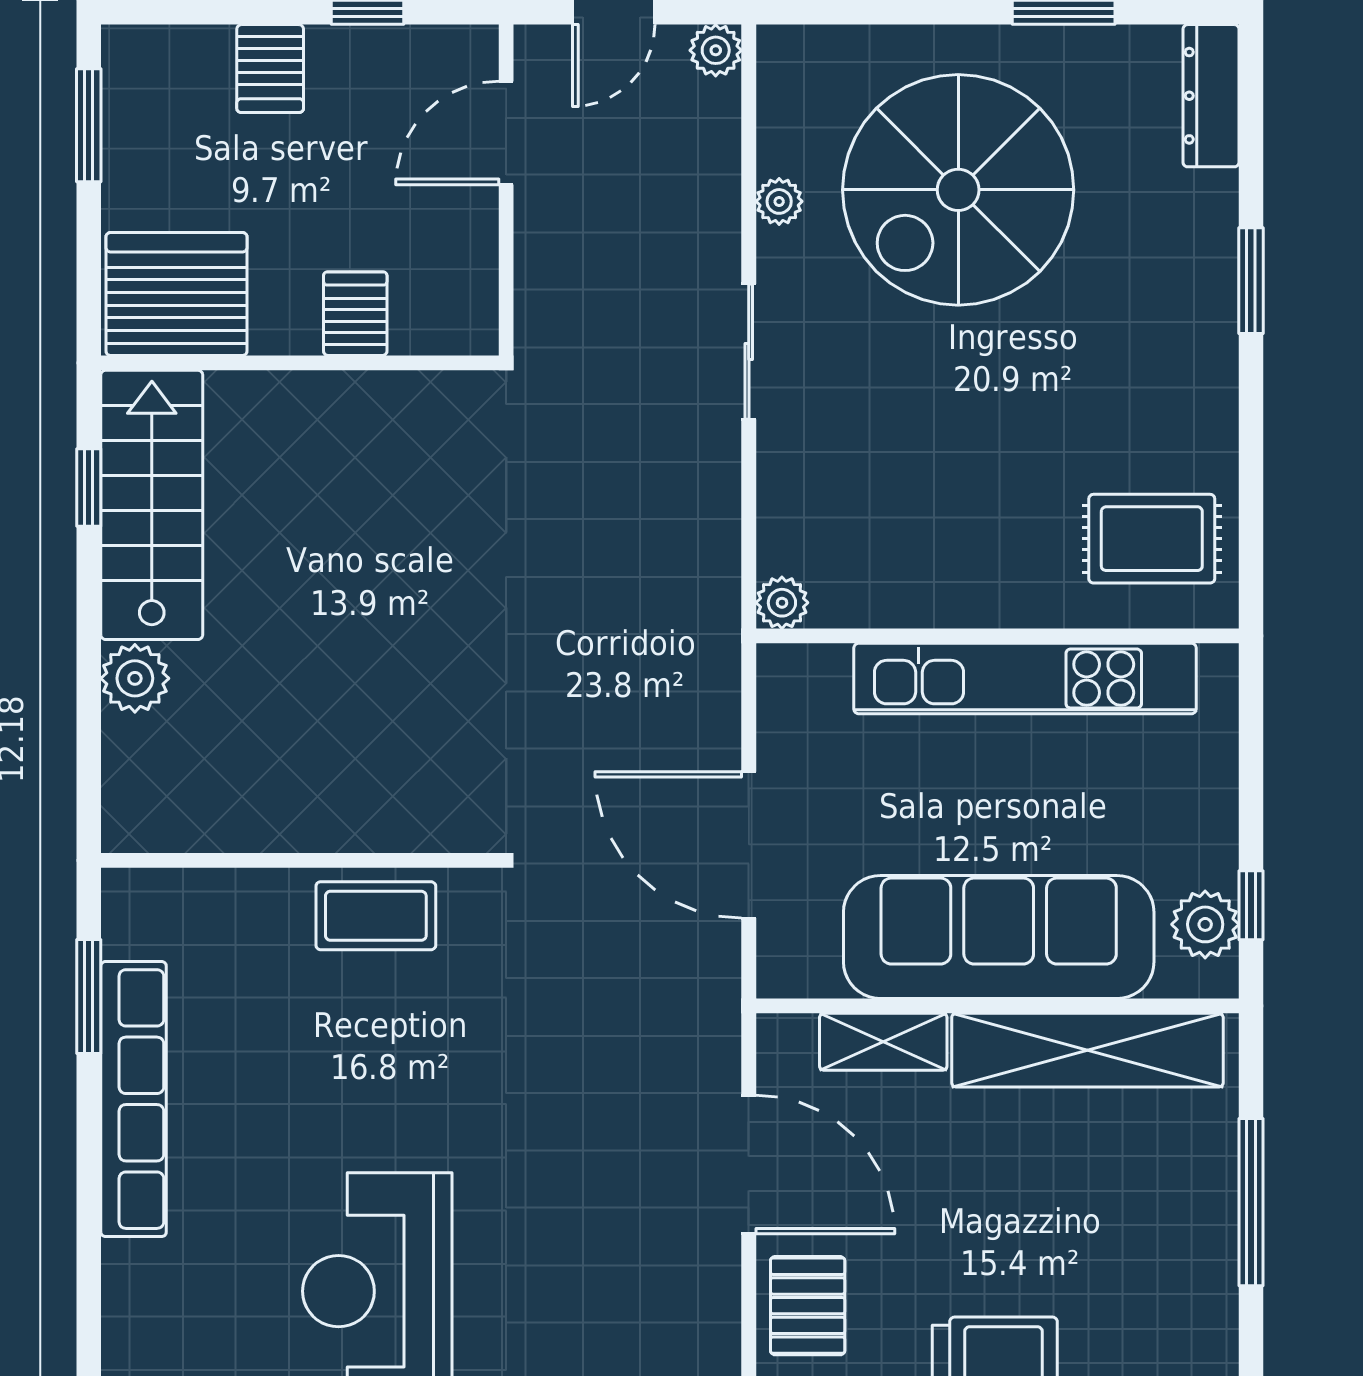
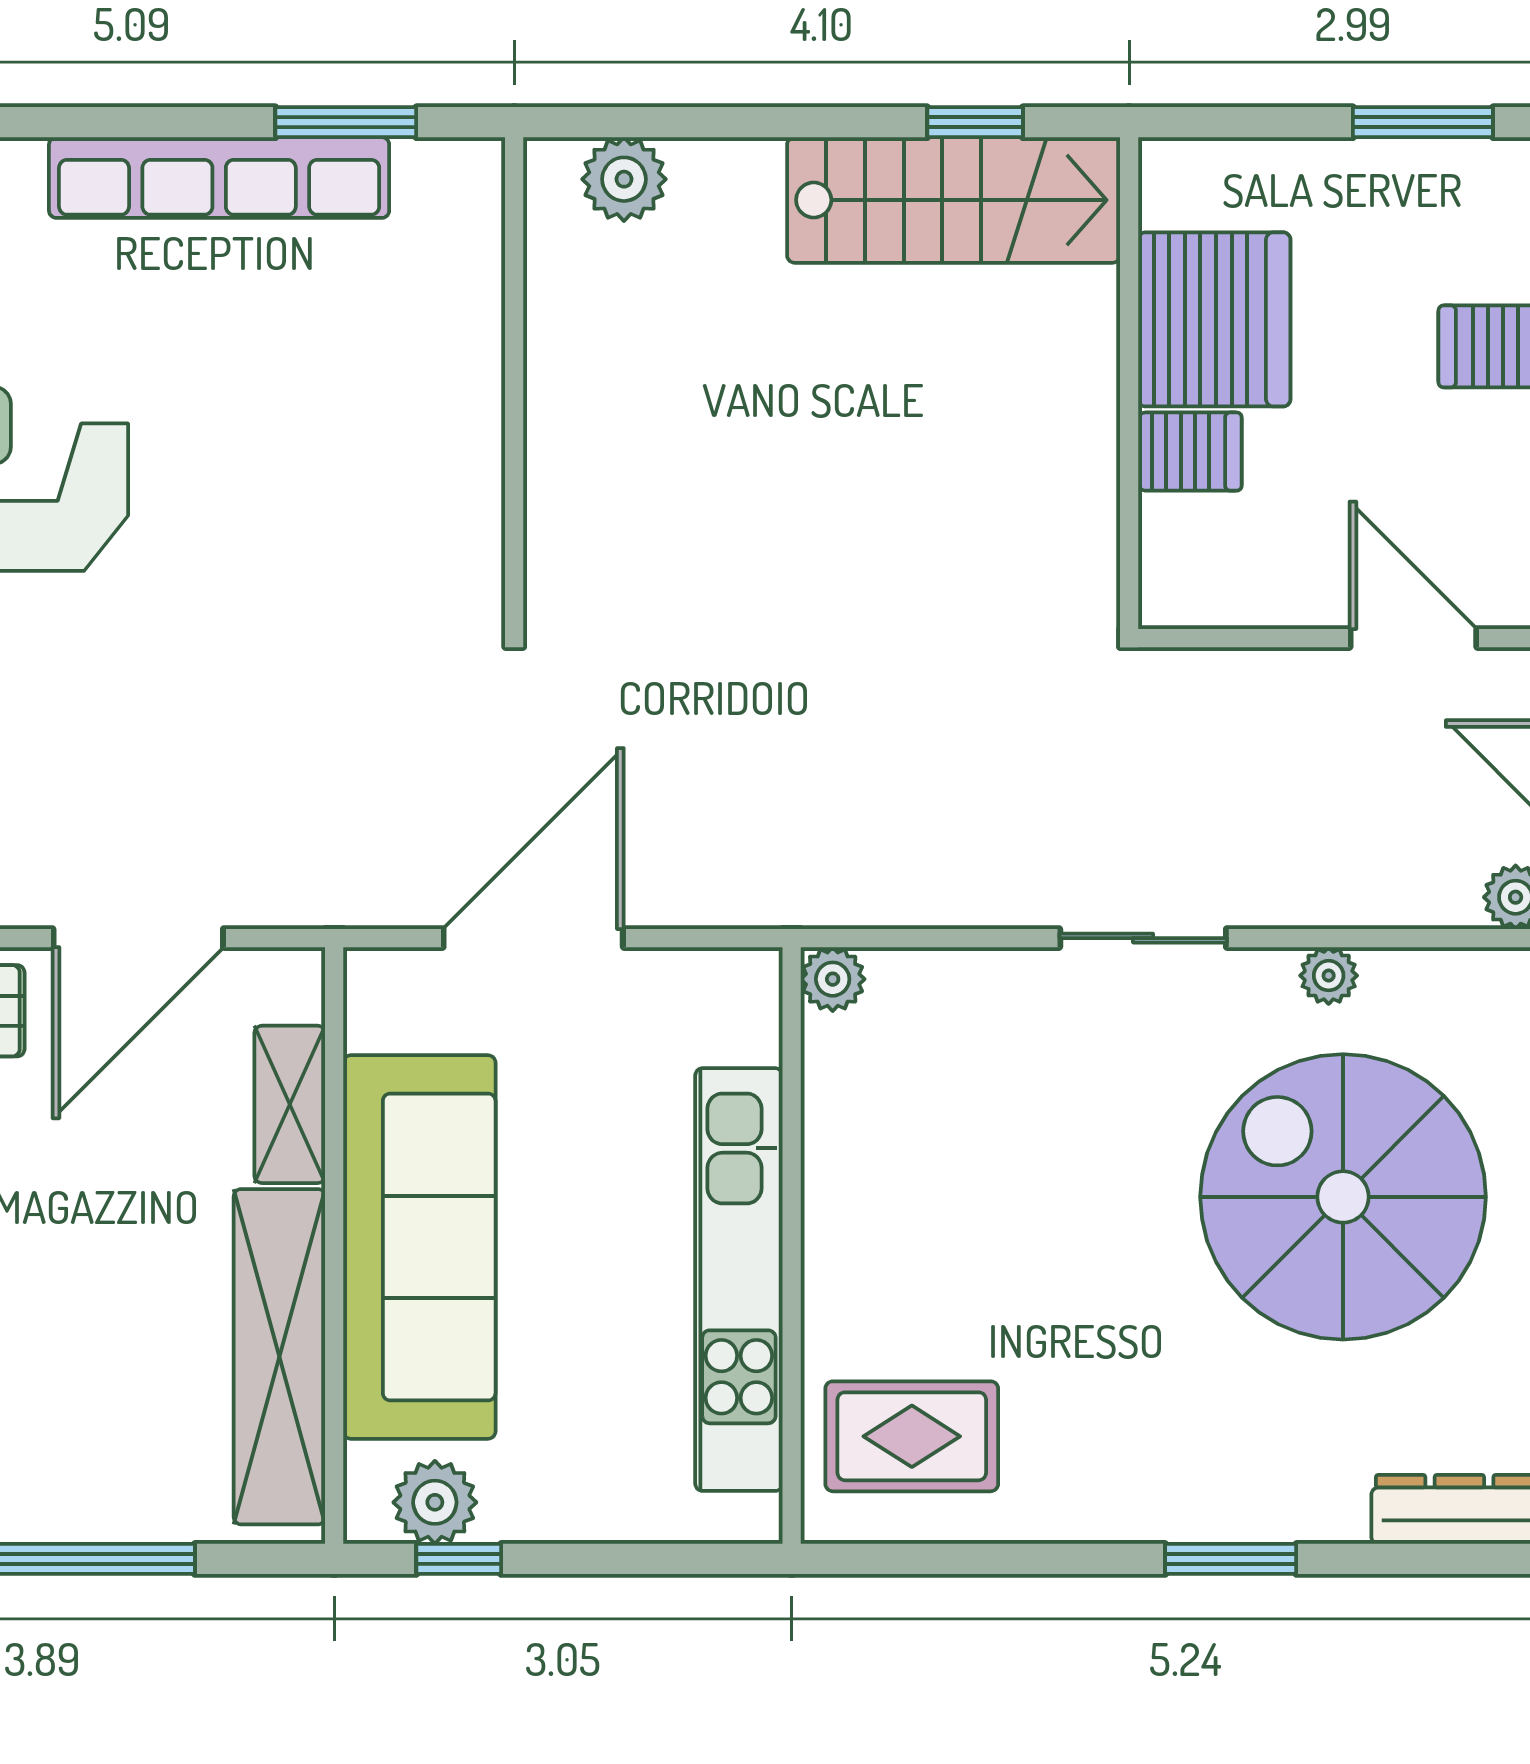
server rack: (176, 294) -> (1214, 319), moved
rug: (1152, 539) -> (912, 1436), turned 90
plant: (135, 678) -> (624, 179), moved
coffee table: (376, 916) -> (446, 477), removed

